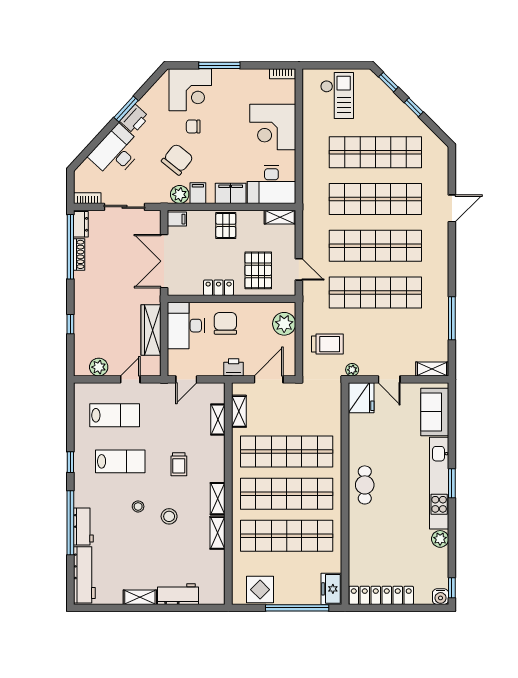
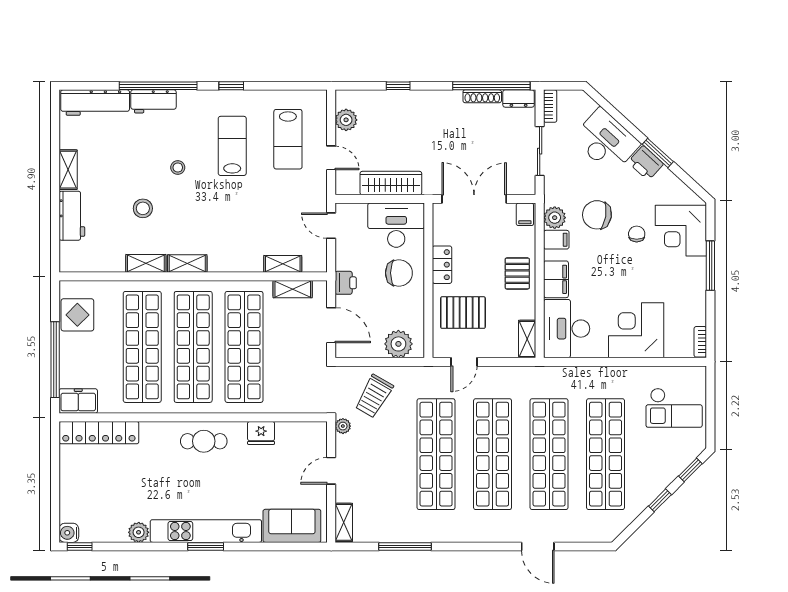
chair: (177, 159) -> (597, 215), turned 150
pallet: (226, 225) -> (517, 273), turned 90
trolley: (327, 344) -> (374, 396), turned 30
fridge: (361, 398) -> (261, 433), moved, width x0.73, depth x0.75
lab bench: (120, 461) -> (232, 146), turned 180
trolley: (179, 464) -> (229, 217), removed
stool: (169, 516) -> (143, 208), moved
locker: (381, 595) -> (99, 433), moved, turned 90

